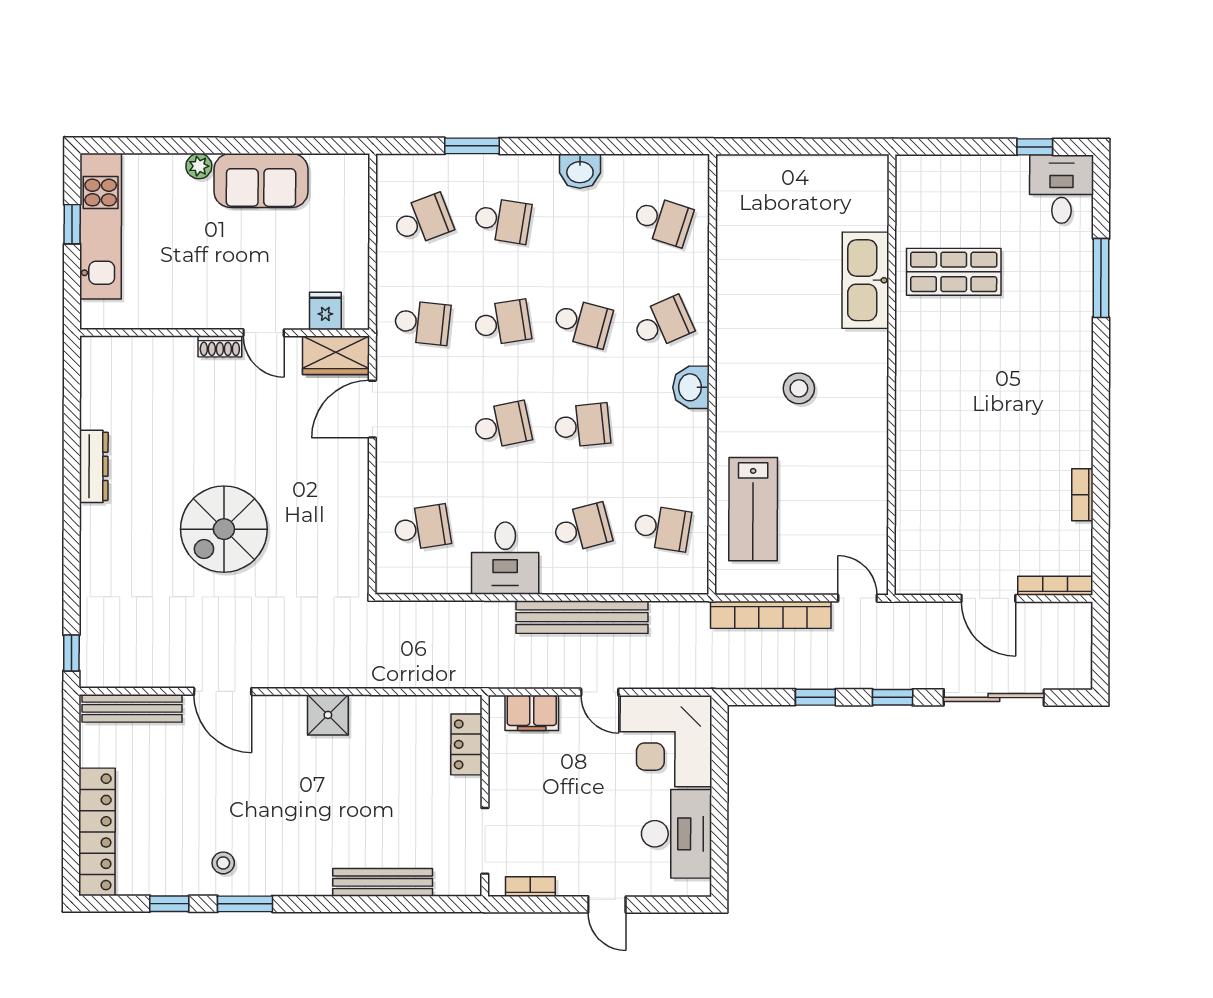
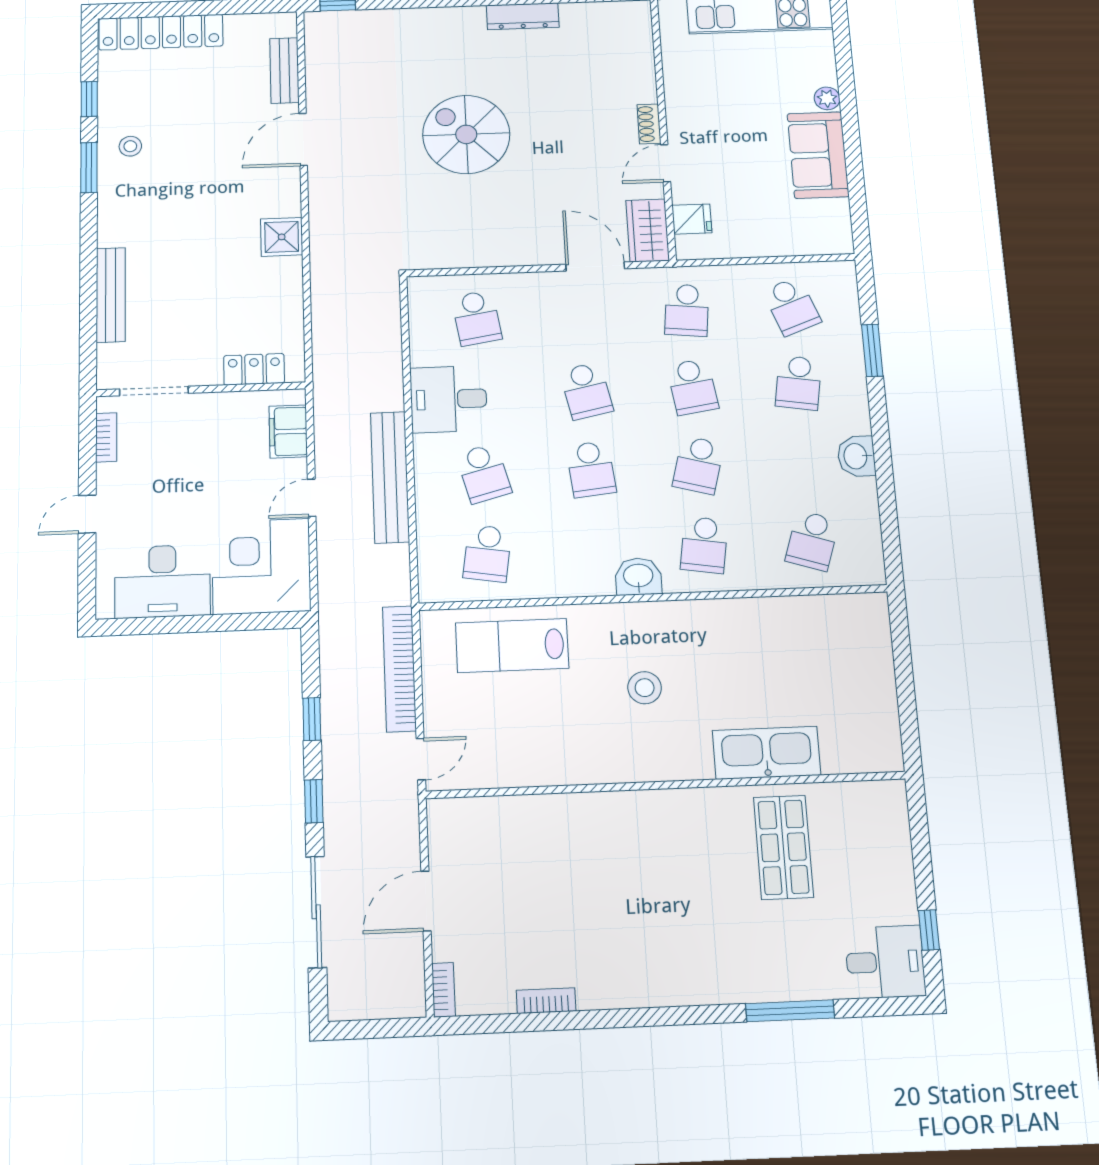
school desk: (663, 323) -> (704, 545), turned 33
bookcase: (1055, 586) -> (444, 990), width x0.64
bench: (132, 708) -> (284, 70), width x0.73

